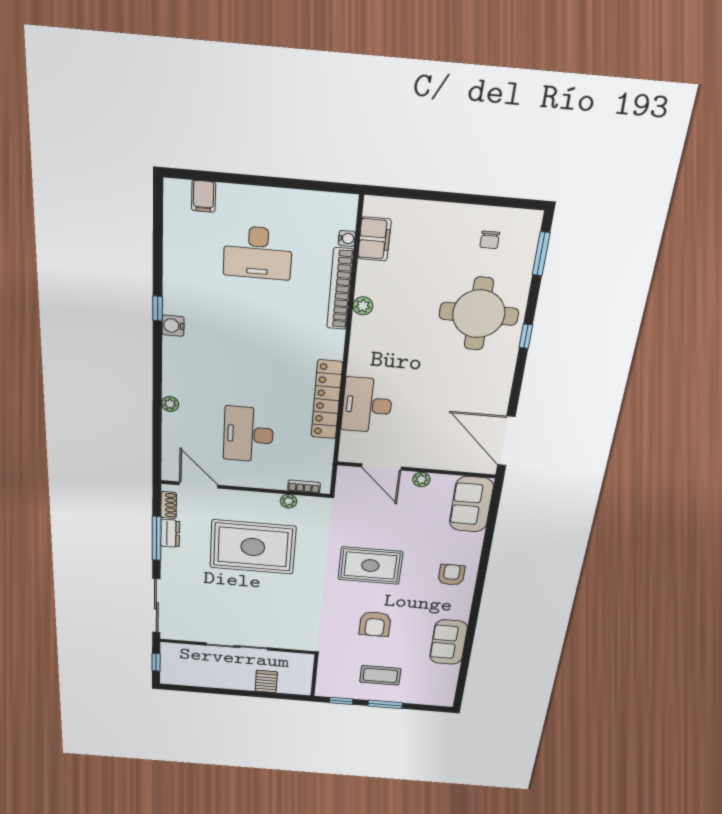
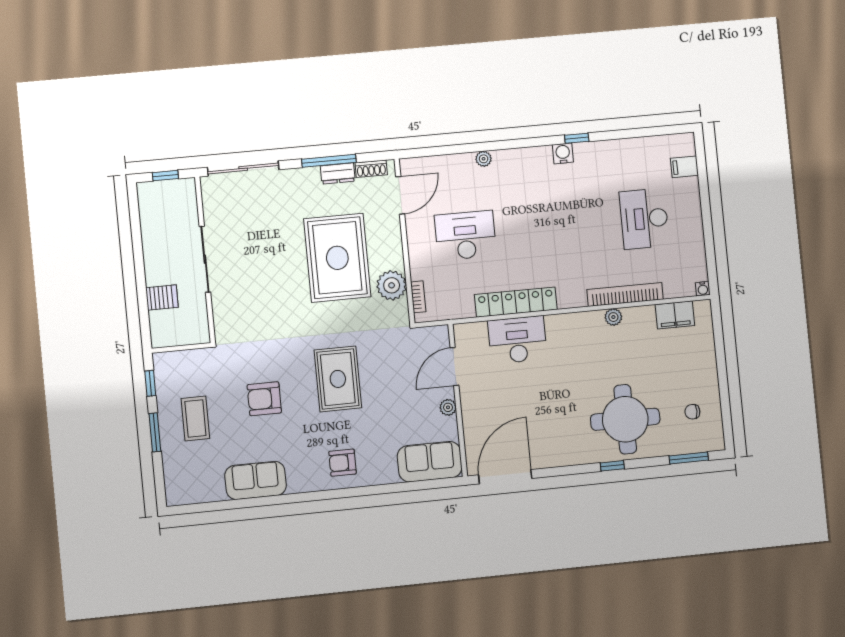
water cooler: (347, 238) -> (703, 289), moved
plant: (289, 501) -> (392, 285), width x1.88, depth x1.88
armchair: (451, 575) -> (343, 463), turned 180

